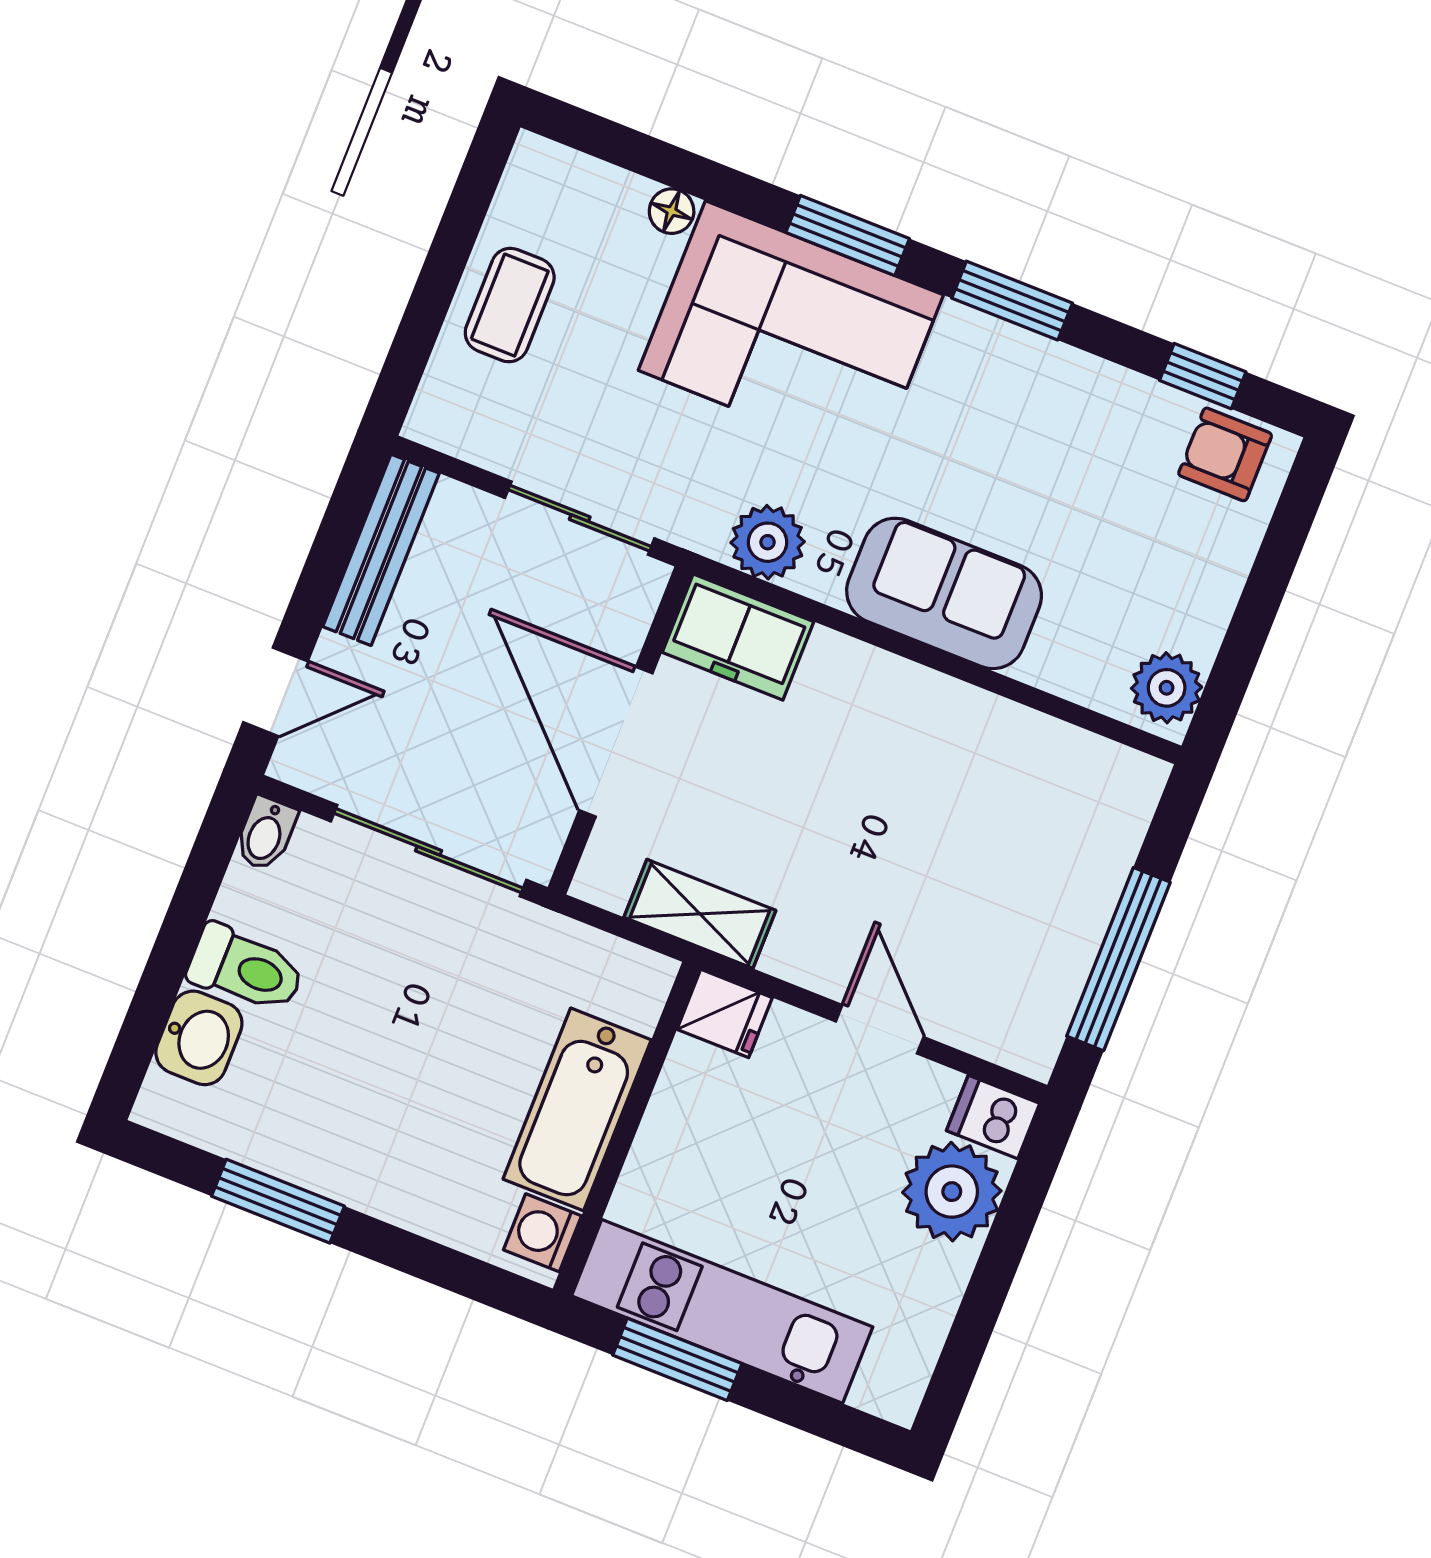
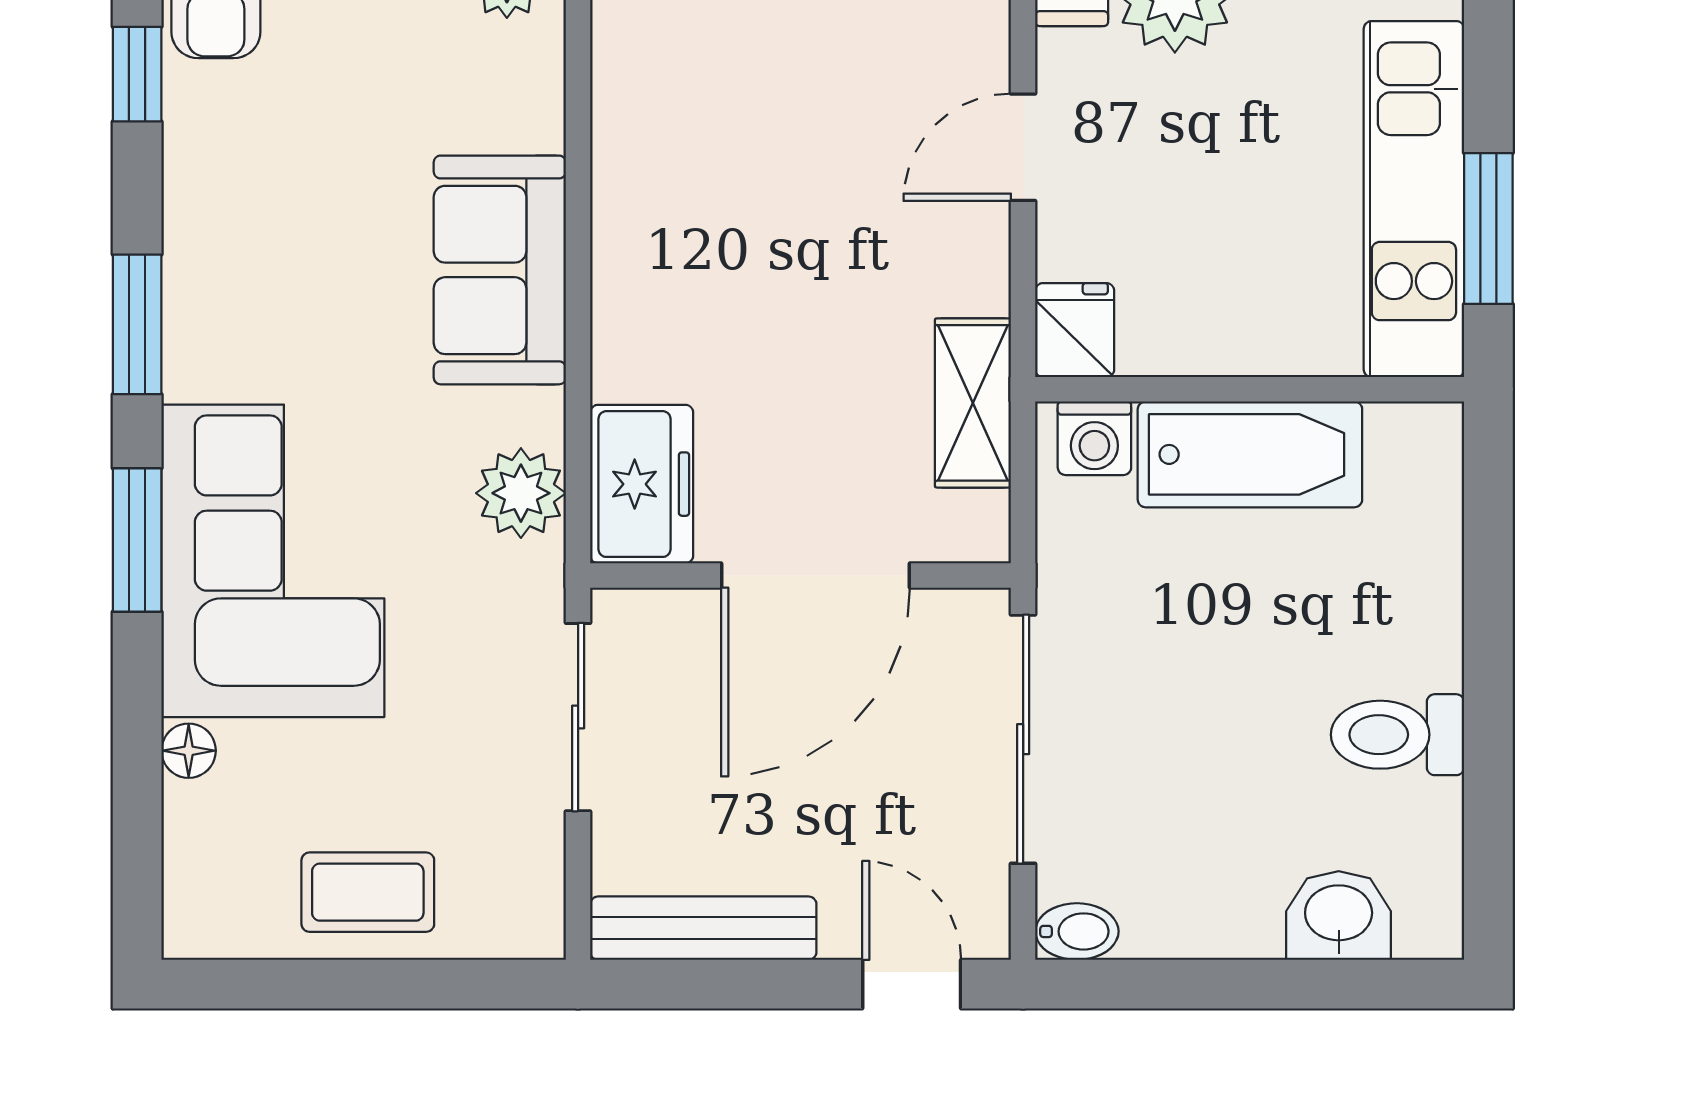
toilet: (246, 969) -> (1397, 735), moved, turned -90
window: (278, 1201) -> (1488, 753), removed
washing machine: (542, 1233) -> (1094, 438), moved

